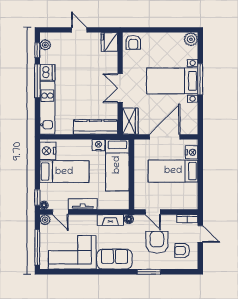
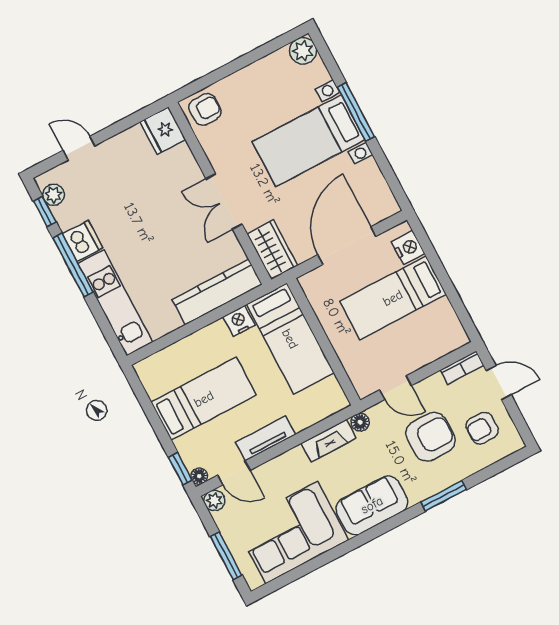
door: (79, 30) -> (79, 148), moved
armchair: (133, 42) -> (205, 109), turned -90
nightstand: (48, 151) -> (155, 378), removed
armchair: (157, 242) -> (430, 437), turned 90
window: (37, 247) -> (226, 556), width x0.69

